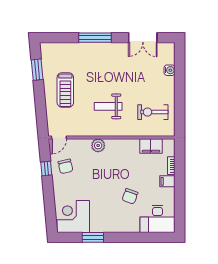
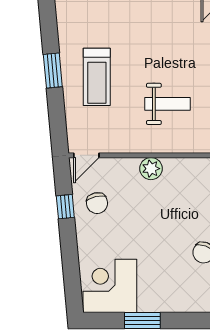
window: (37, 70) -> (53, 70), moved
weight bench: (108, 106) -> (167, 104), turned 180

